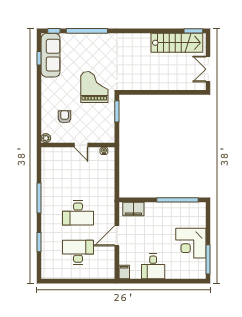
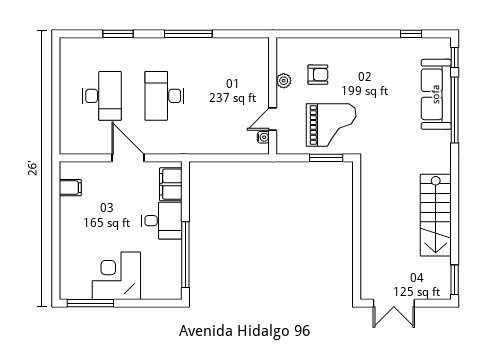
stairs: (177, 43) -> (436, 215), moved
sofa: (51, 55) -> (436, 94), moved, turned 90
double door: (208, 69) -> (394, 303), swing flipped
grand piano: (94, 87) -> (331, 125), moved
plant: (46, 138) -> (284, 81), moved
door: (81, 145) -> (273, 119), moved
desk: (153, 266) -> (162, 221), moved, turned 180
filing cabinet: (124, 272) -> (70, 188), moved

